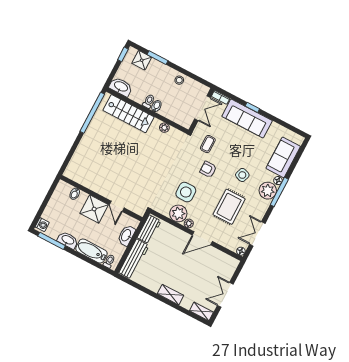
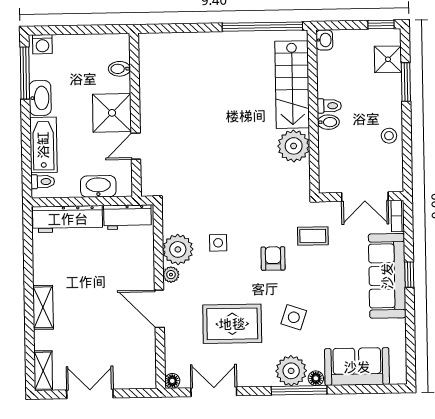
washbasin: (121, 87) -> (324, 40), width x0.52, depth x0.69
plant: (164, 128) -> (294, 146), width x1.88, depth x1.88
side table: (186, 192) -> (218, 243), width x0.54, depth x0.54

